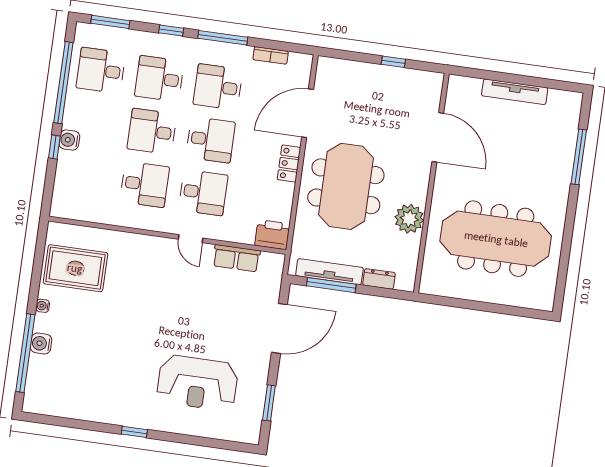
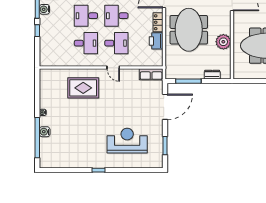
water cooler: (69, 140) -> (44, 9), moved
desk: (211, 140) -> (116, 16), turned 180
printer: (272, 235) -> (156, 41), moved, turned -90
row of seats: (236, 258) -> (151, 74), moved
rug: (75, 268) -> (83, 88), moved
tv unit: (329, 272) -> (186, 74), removed
reception desk: (197, 383) -> (127, 141), turned 180

